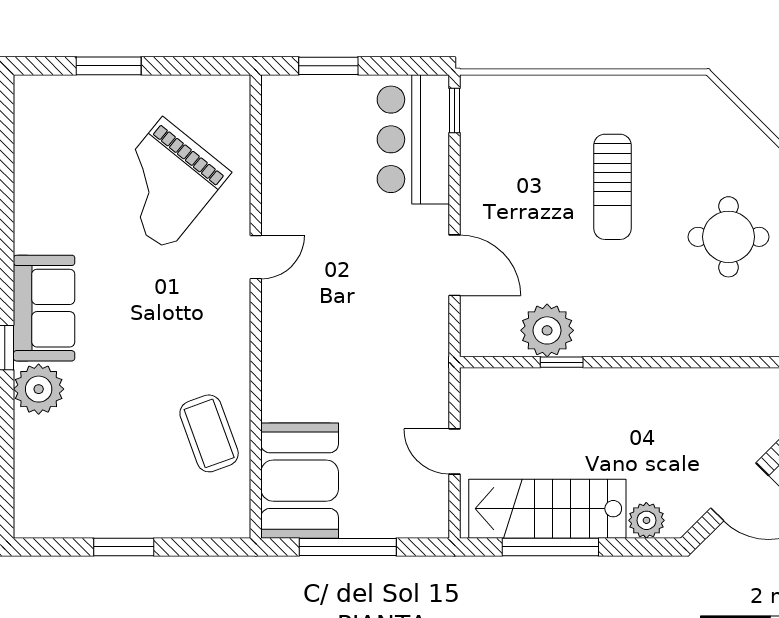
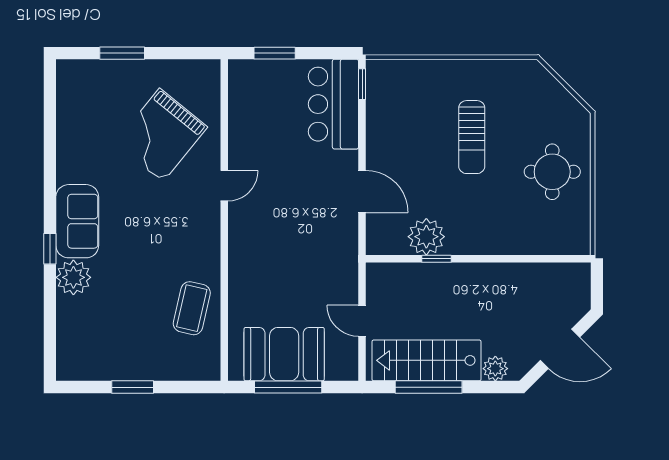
coffee table: (209, 433) -> (192, 308), turned 33
booth: (300, 481) -> (284, 354), moved, turned 90

